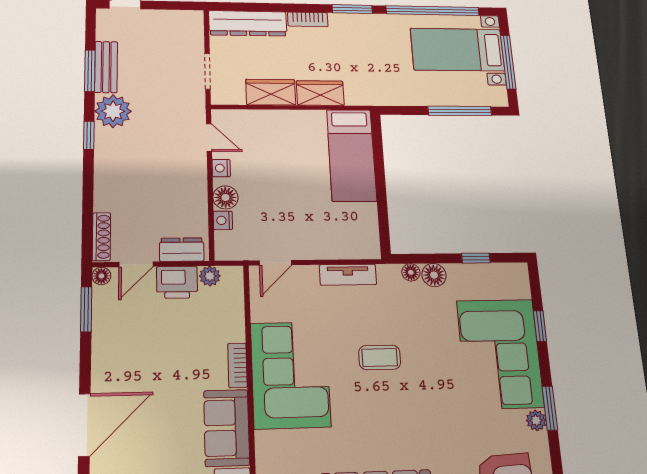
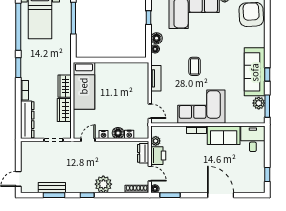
plant: (113, 111) -> (103, 184), moved
bed: (351, 155) -> (84, 86), moved, turned 90

